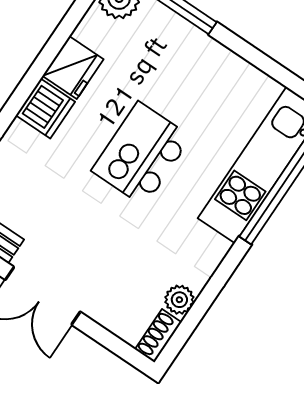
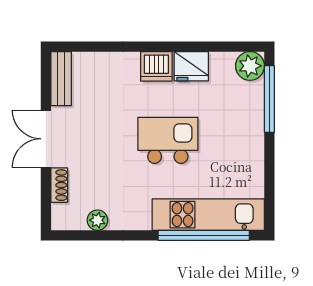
shoe rack: (158, 336) -> (59, 185), moved, turned 90

